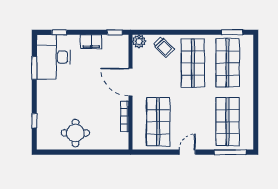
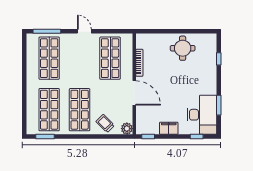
door: (187, 152) -> (84, 31), swing flipped

